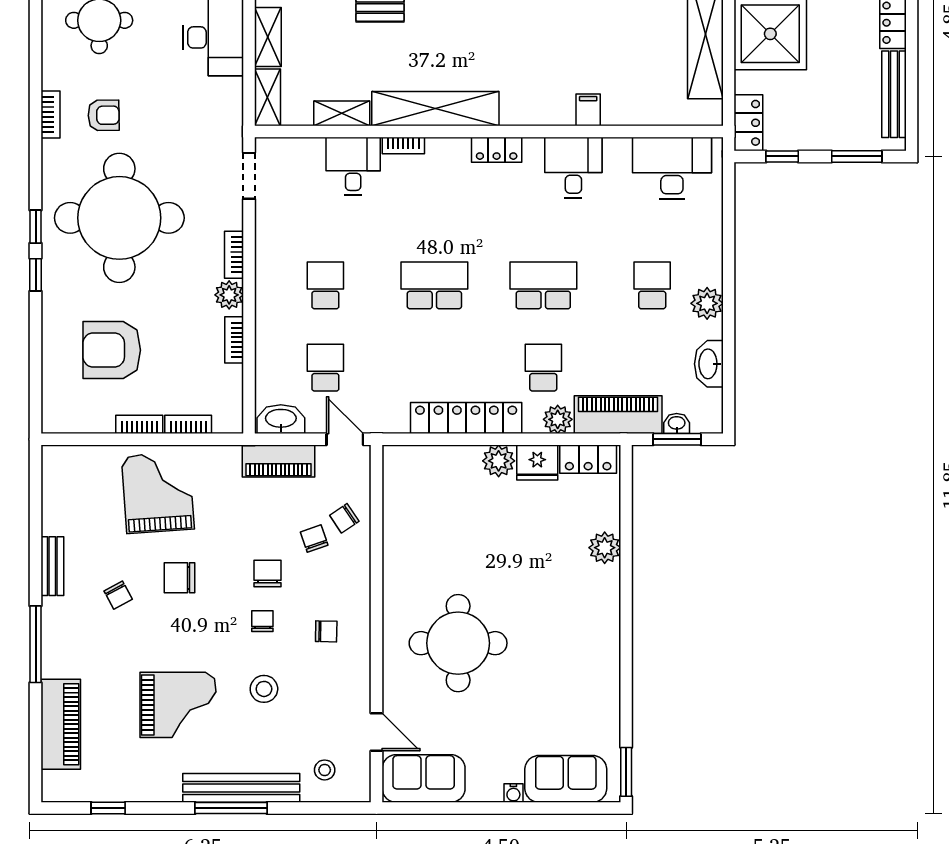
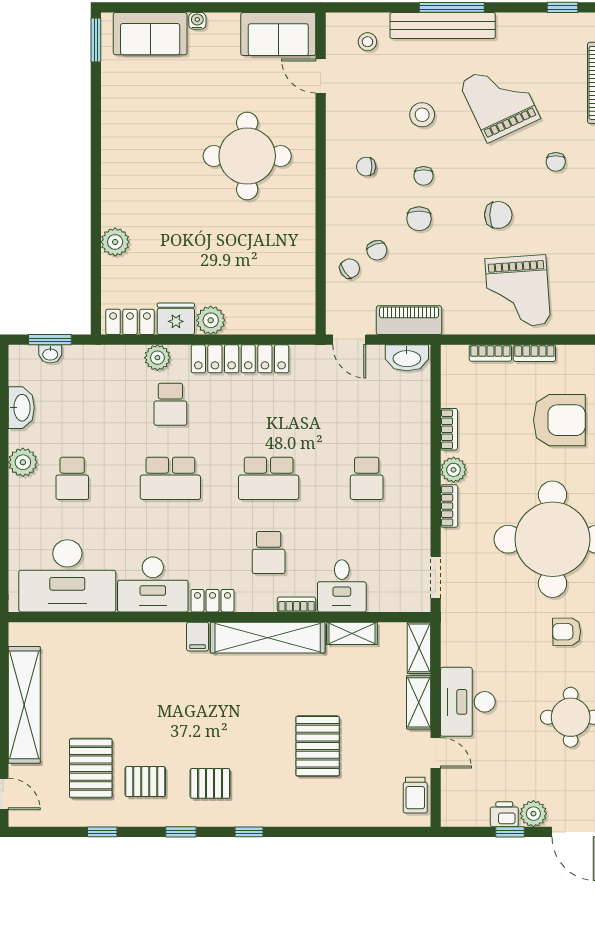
filing cabinet: (588, 110) -> (198, 637), moved
desk: (573, 168) -> (153, 584), width x1.37
desk: (672, 168) -> (67, 576), width x1.36, depth x1.30
school desk: (325, 368) -> (269, 553), moved
piano: (618, 415) -> (103, 362), removed
chair: (118, 595) -> (556, 162), moved, turned -152
grand piano: (178, 705) -> (500, 100), turned 65

